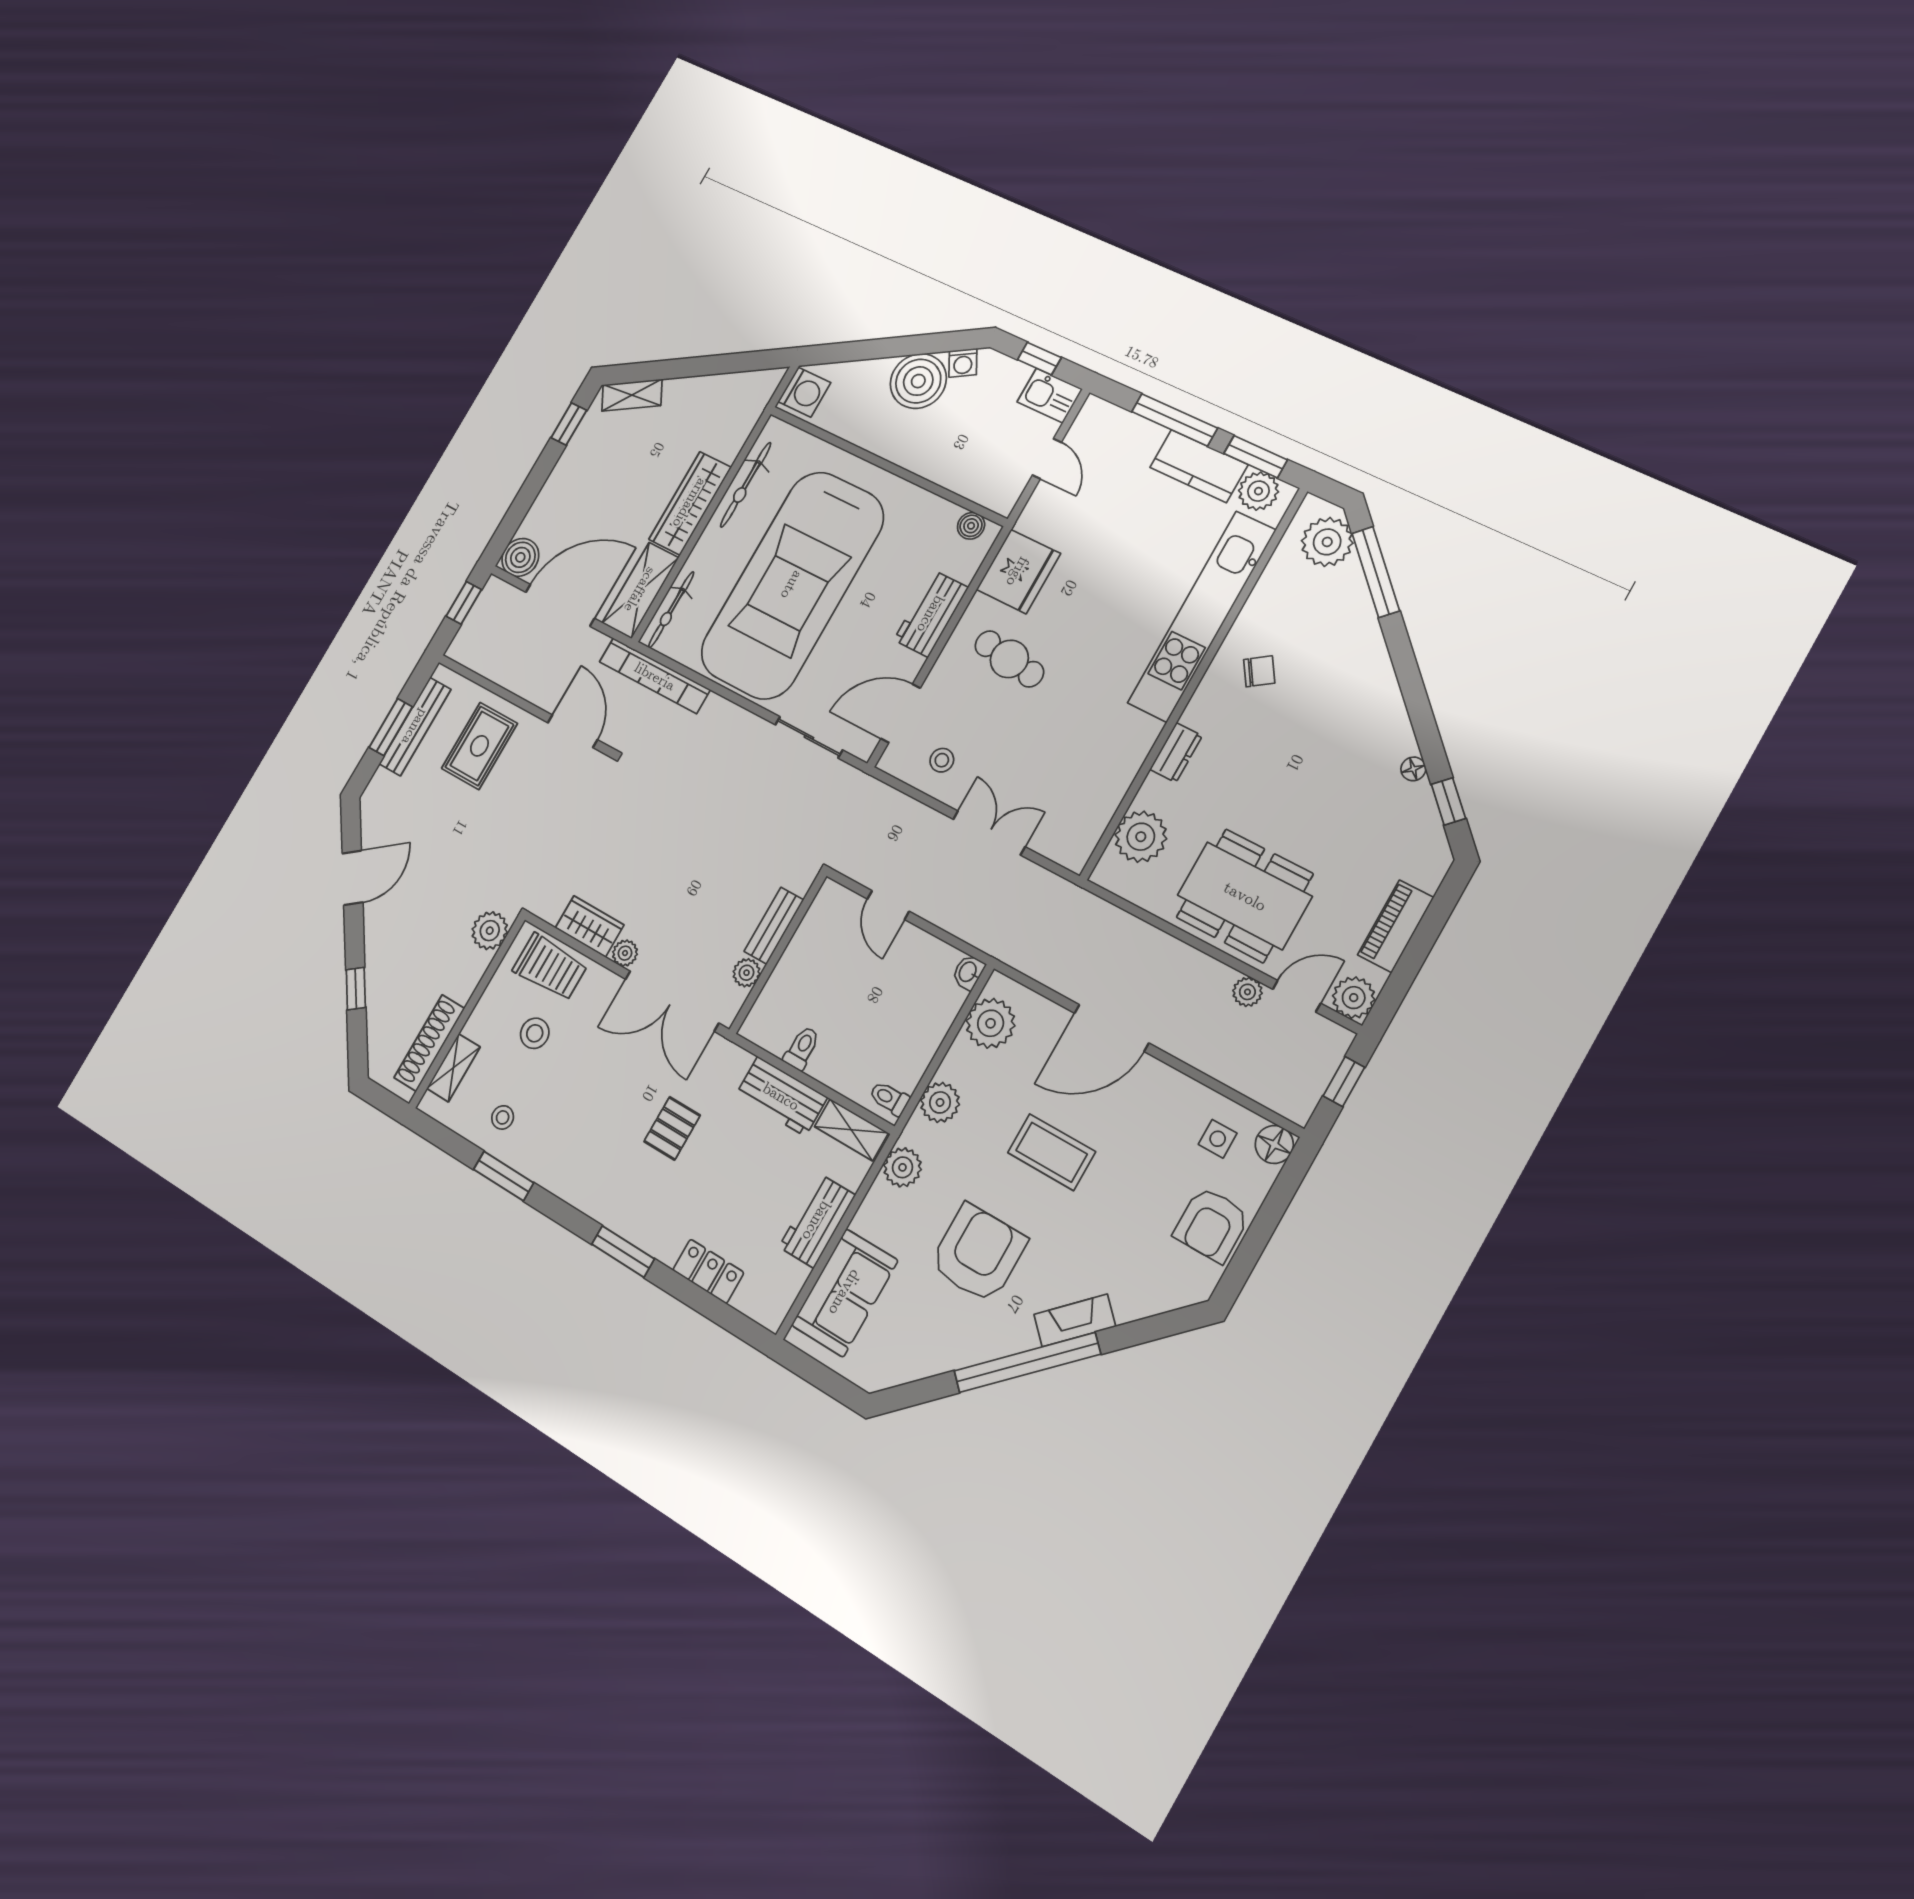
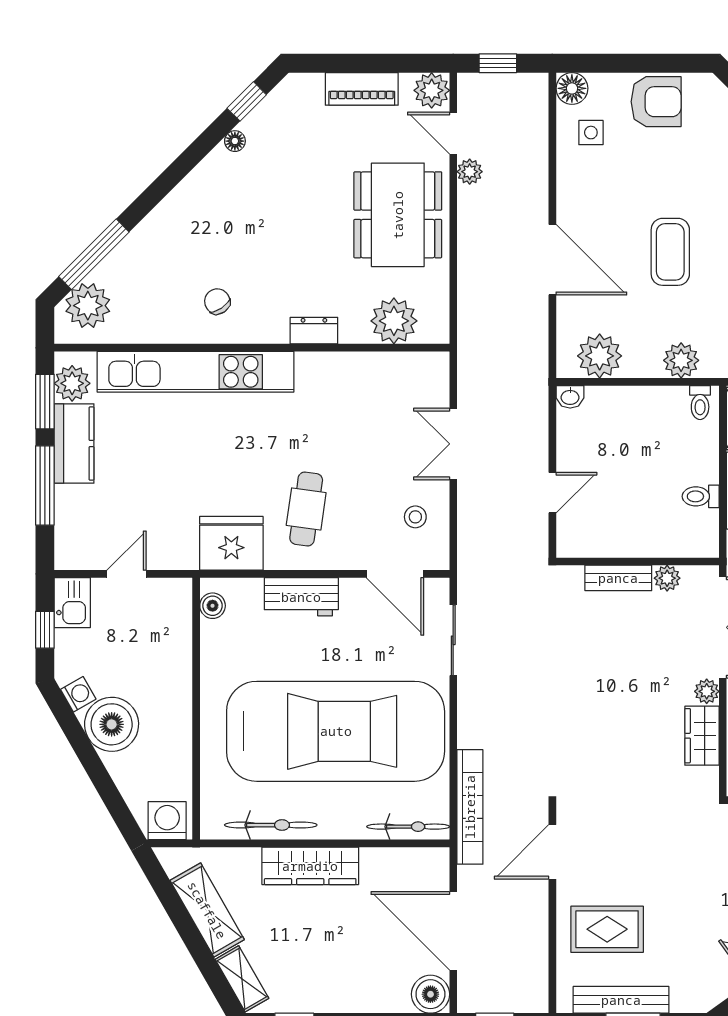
shelving: (640, 590) -> (207, 910), moved, turned 60

